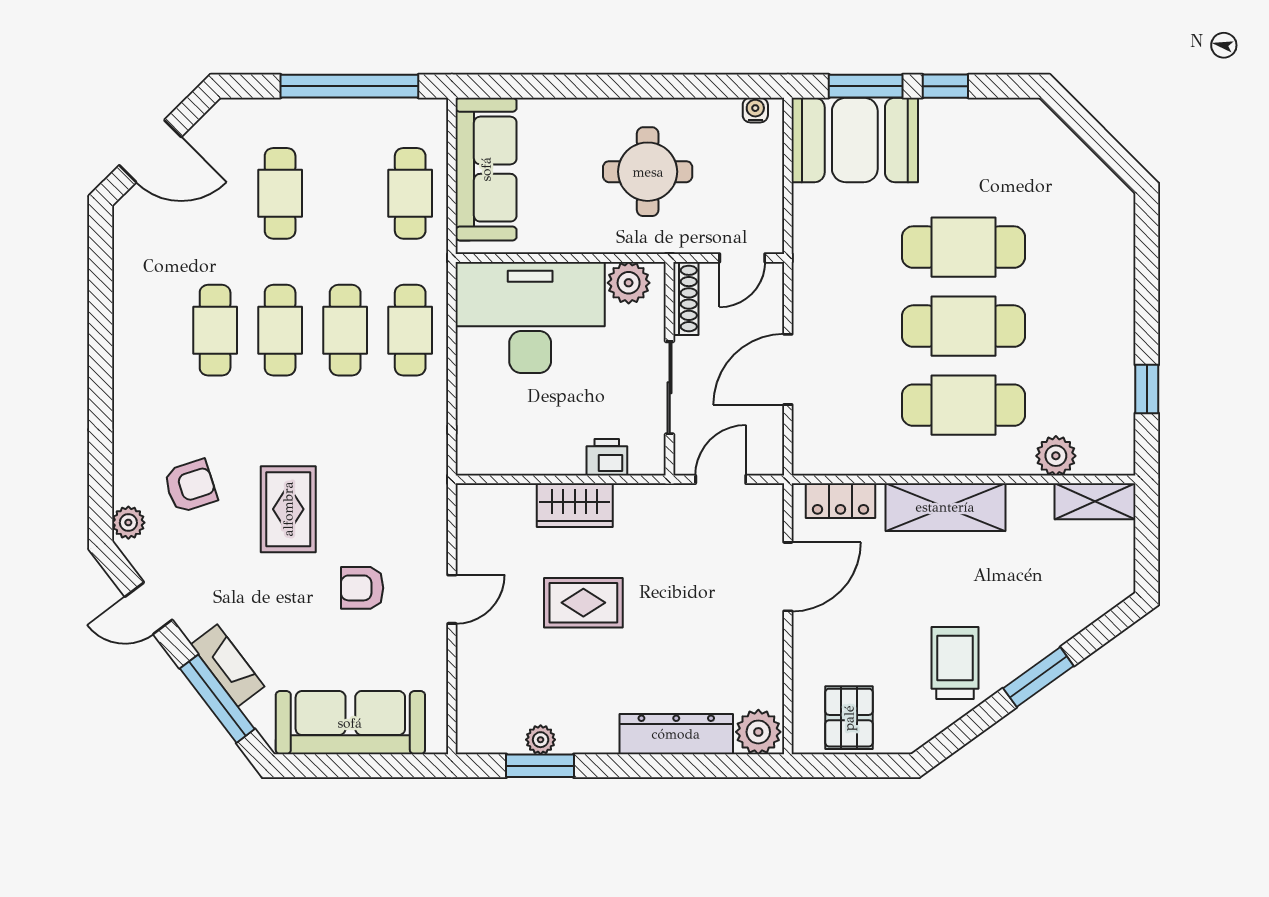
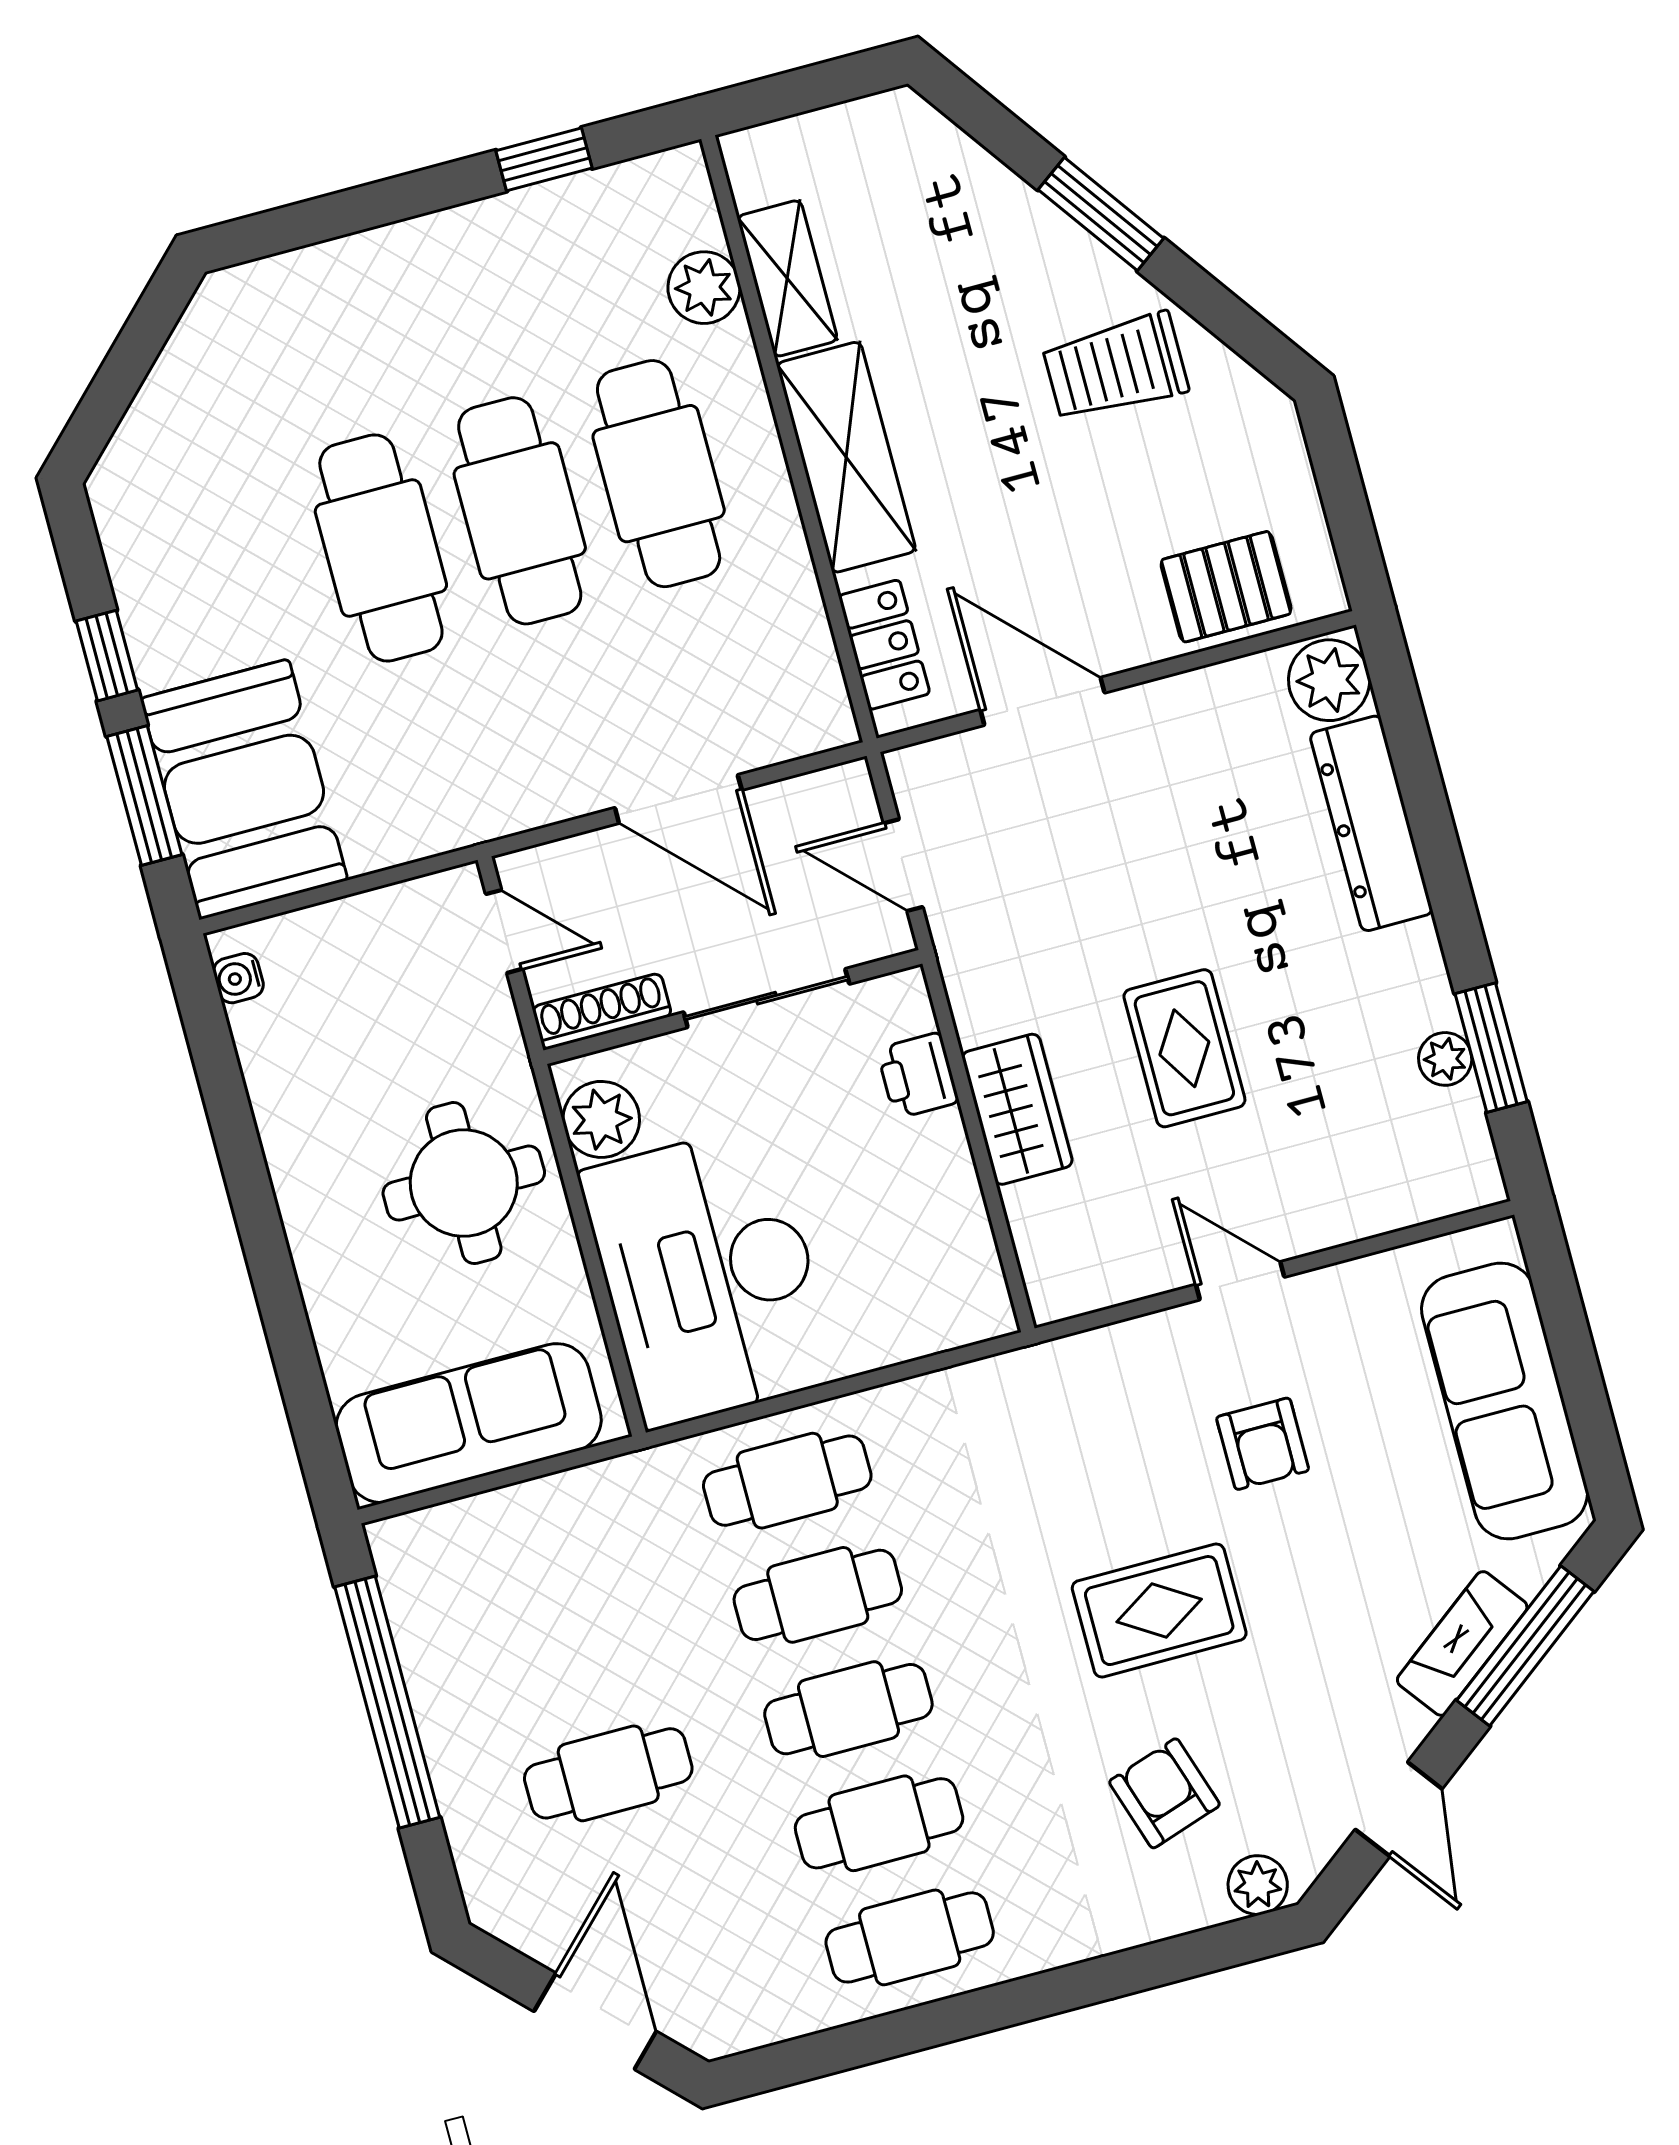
round table: (648, 172) -> (464, 1183), moved
cafe table: (410, 193) -> (910, 1937), moved
shelving: (1095, 501) -> (787, 278), moved
pallet: (849, 718) -> (1226, 587), moved

